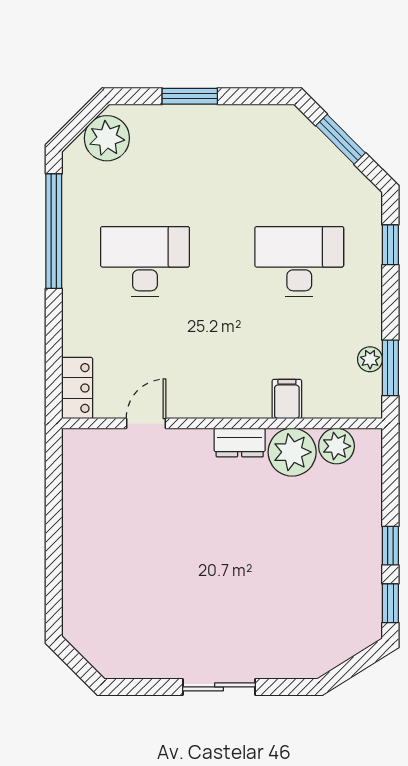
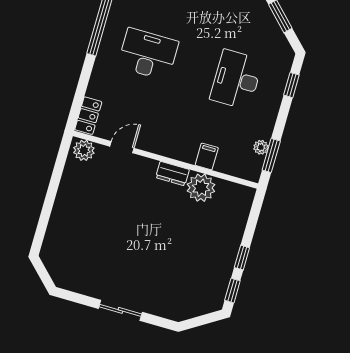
desk: (299, 261) -> (236, 80), turned -90
plant: (336, 446) -> (84, 150), moved

